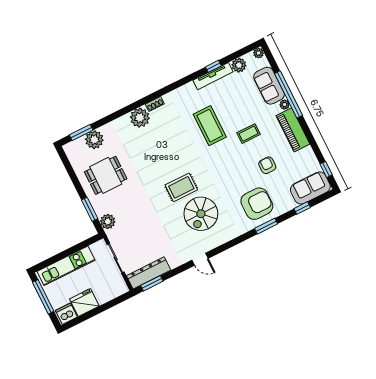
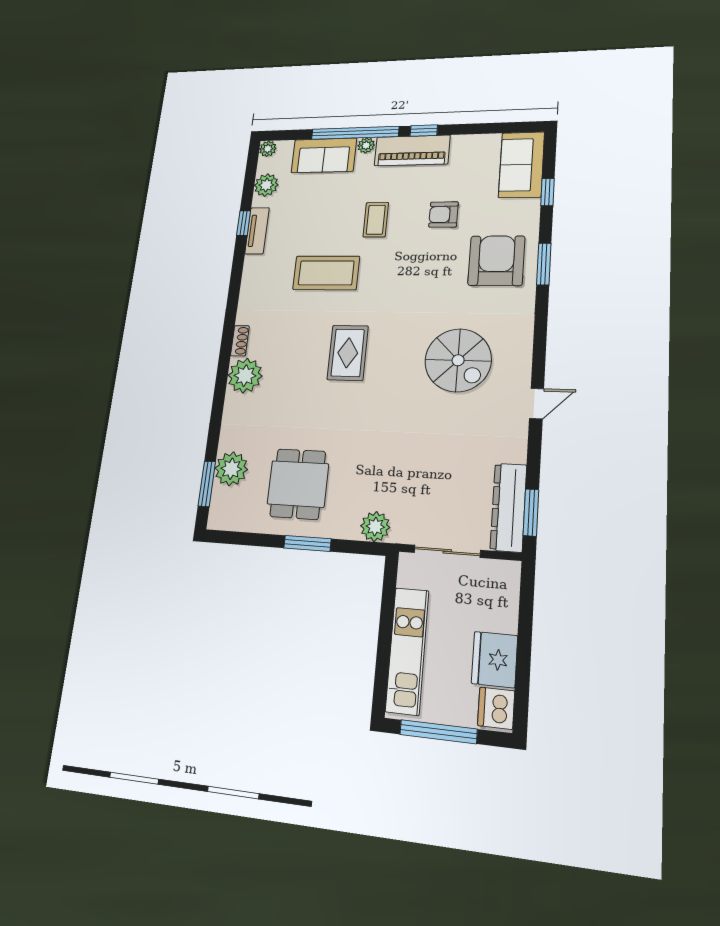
tv unit: (213, 76) -> (257, 231), width x0.71
window: (326, 169) -> (424, 131), moved
rug: (181, 187) -> (348, 353), moved
window: (90, 209) -> (307, 543), moved

